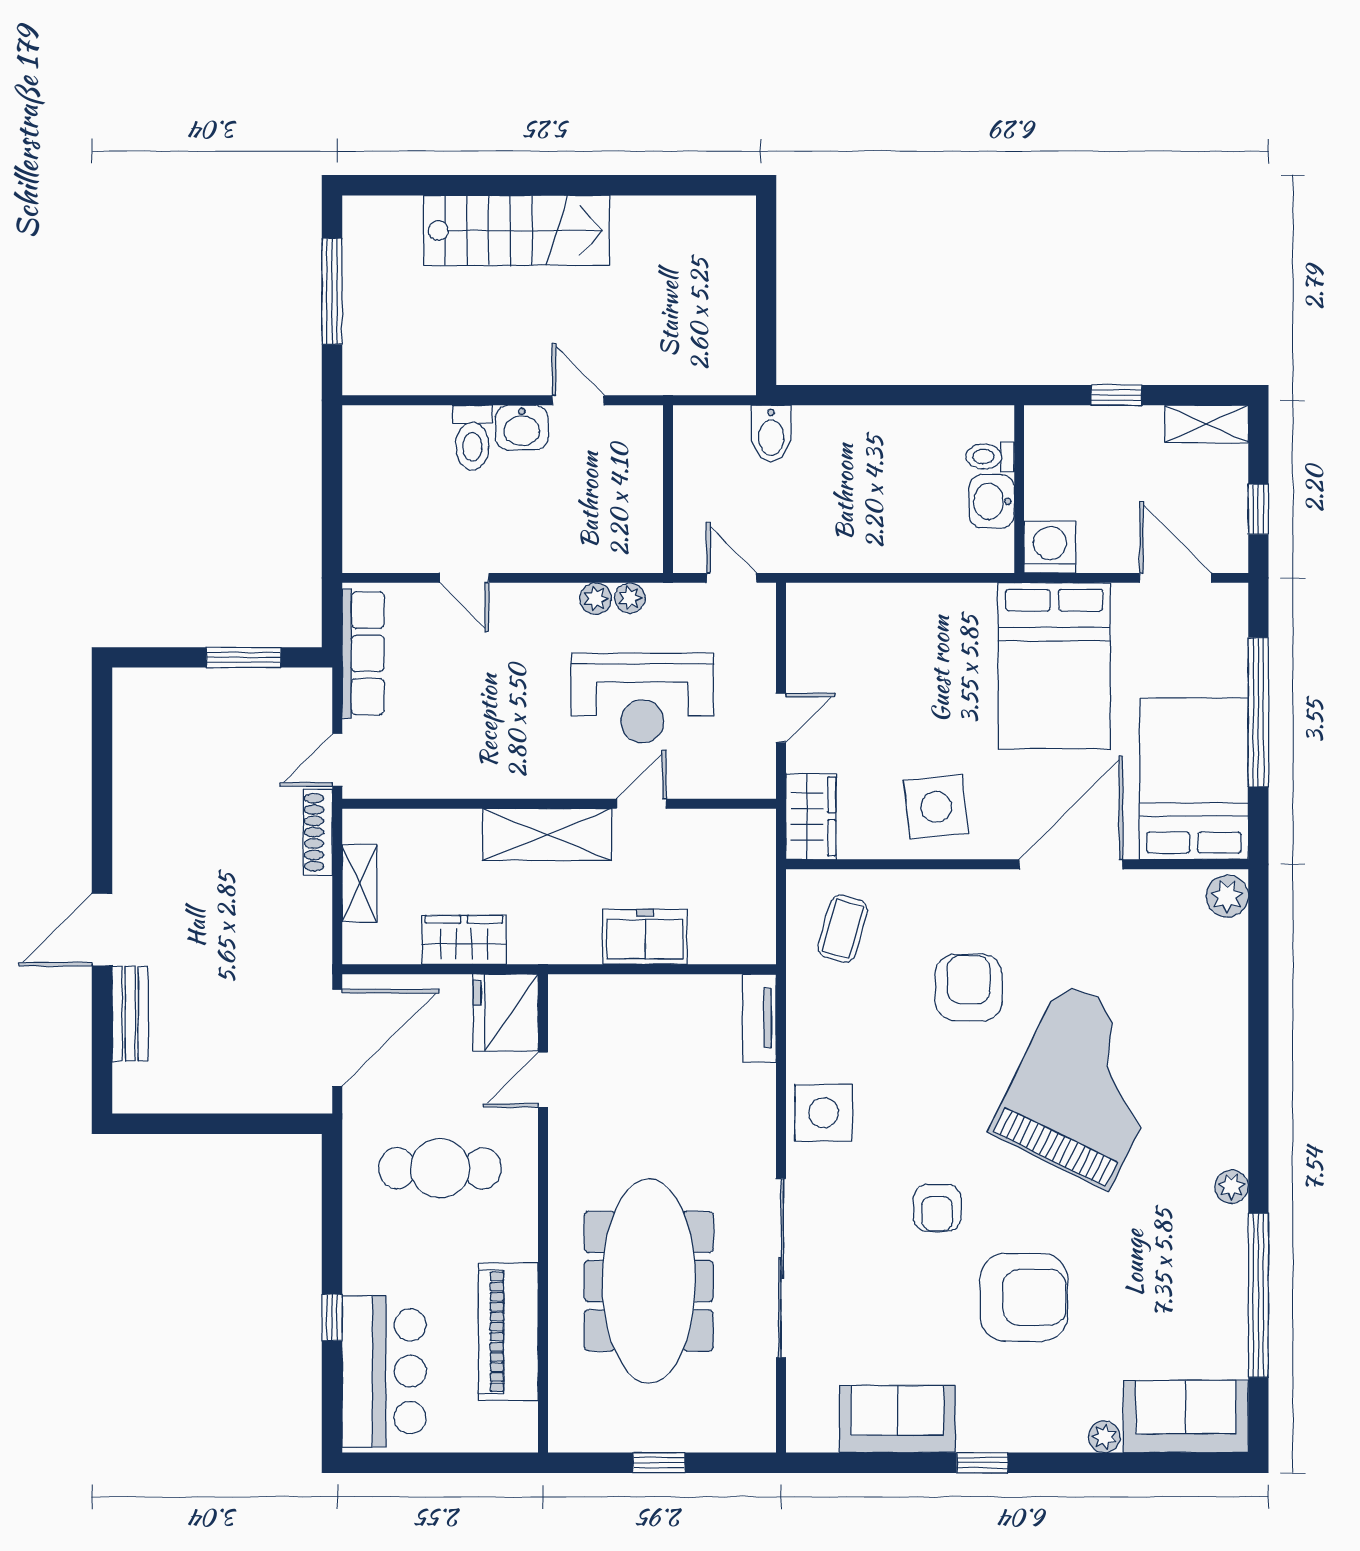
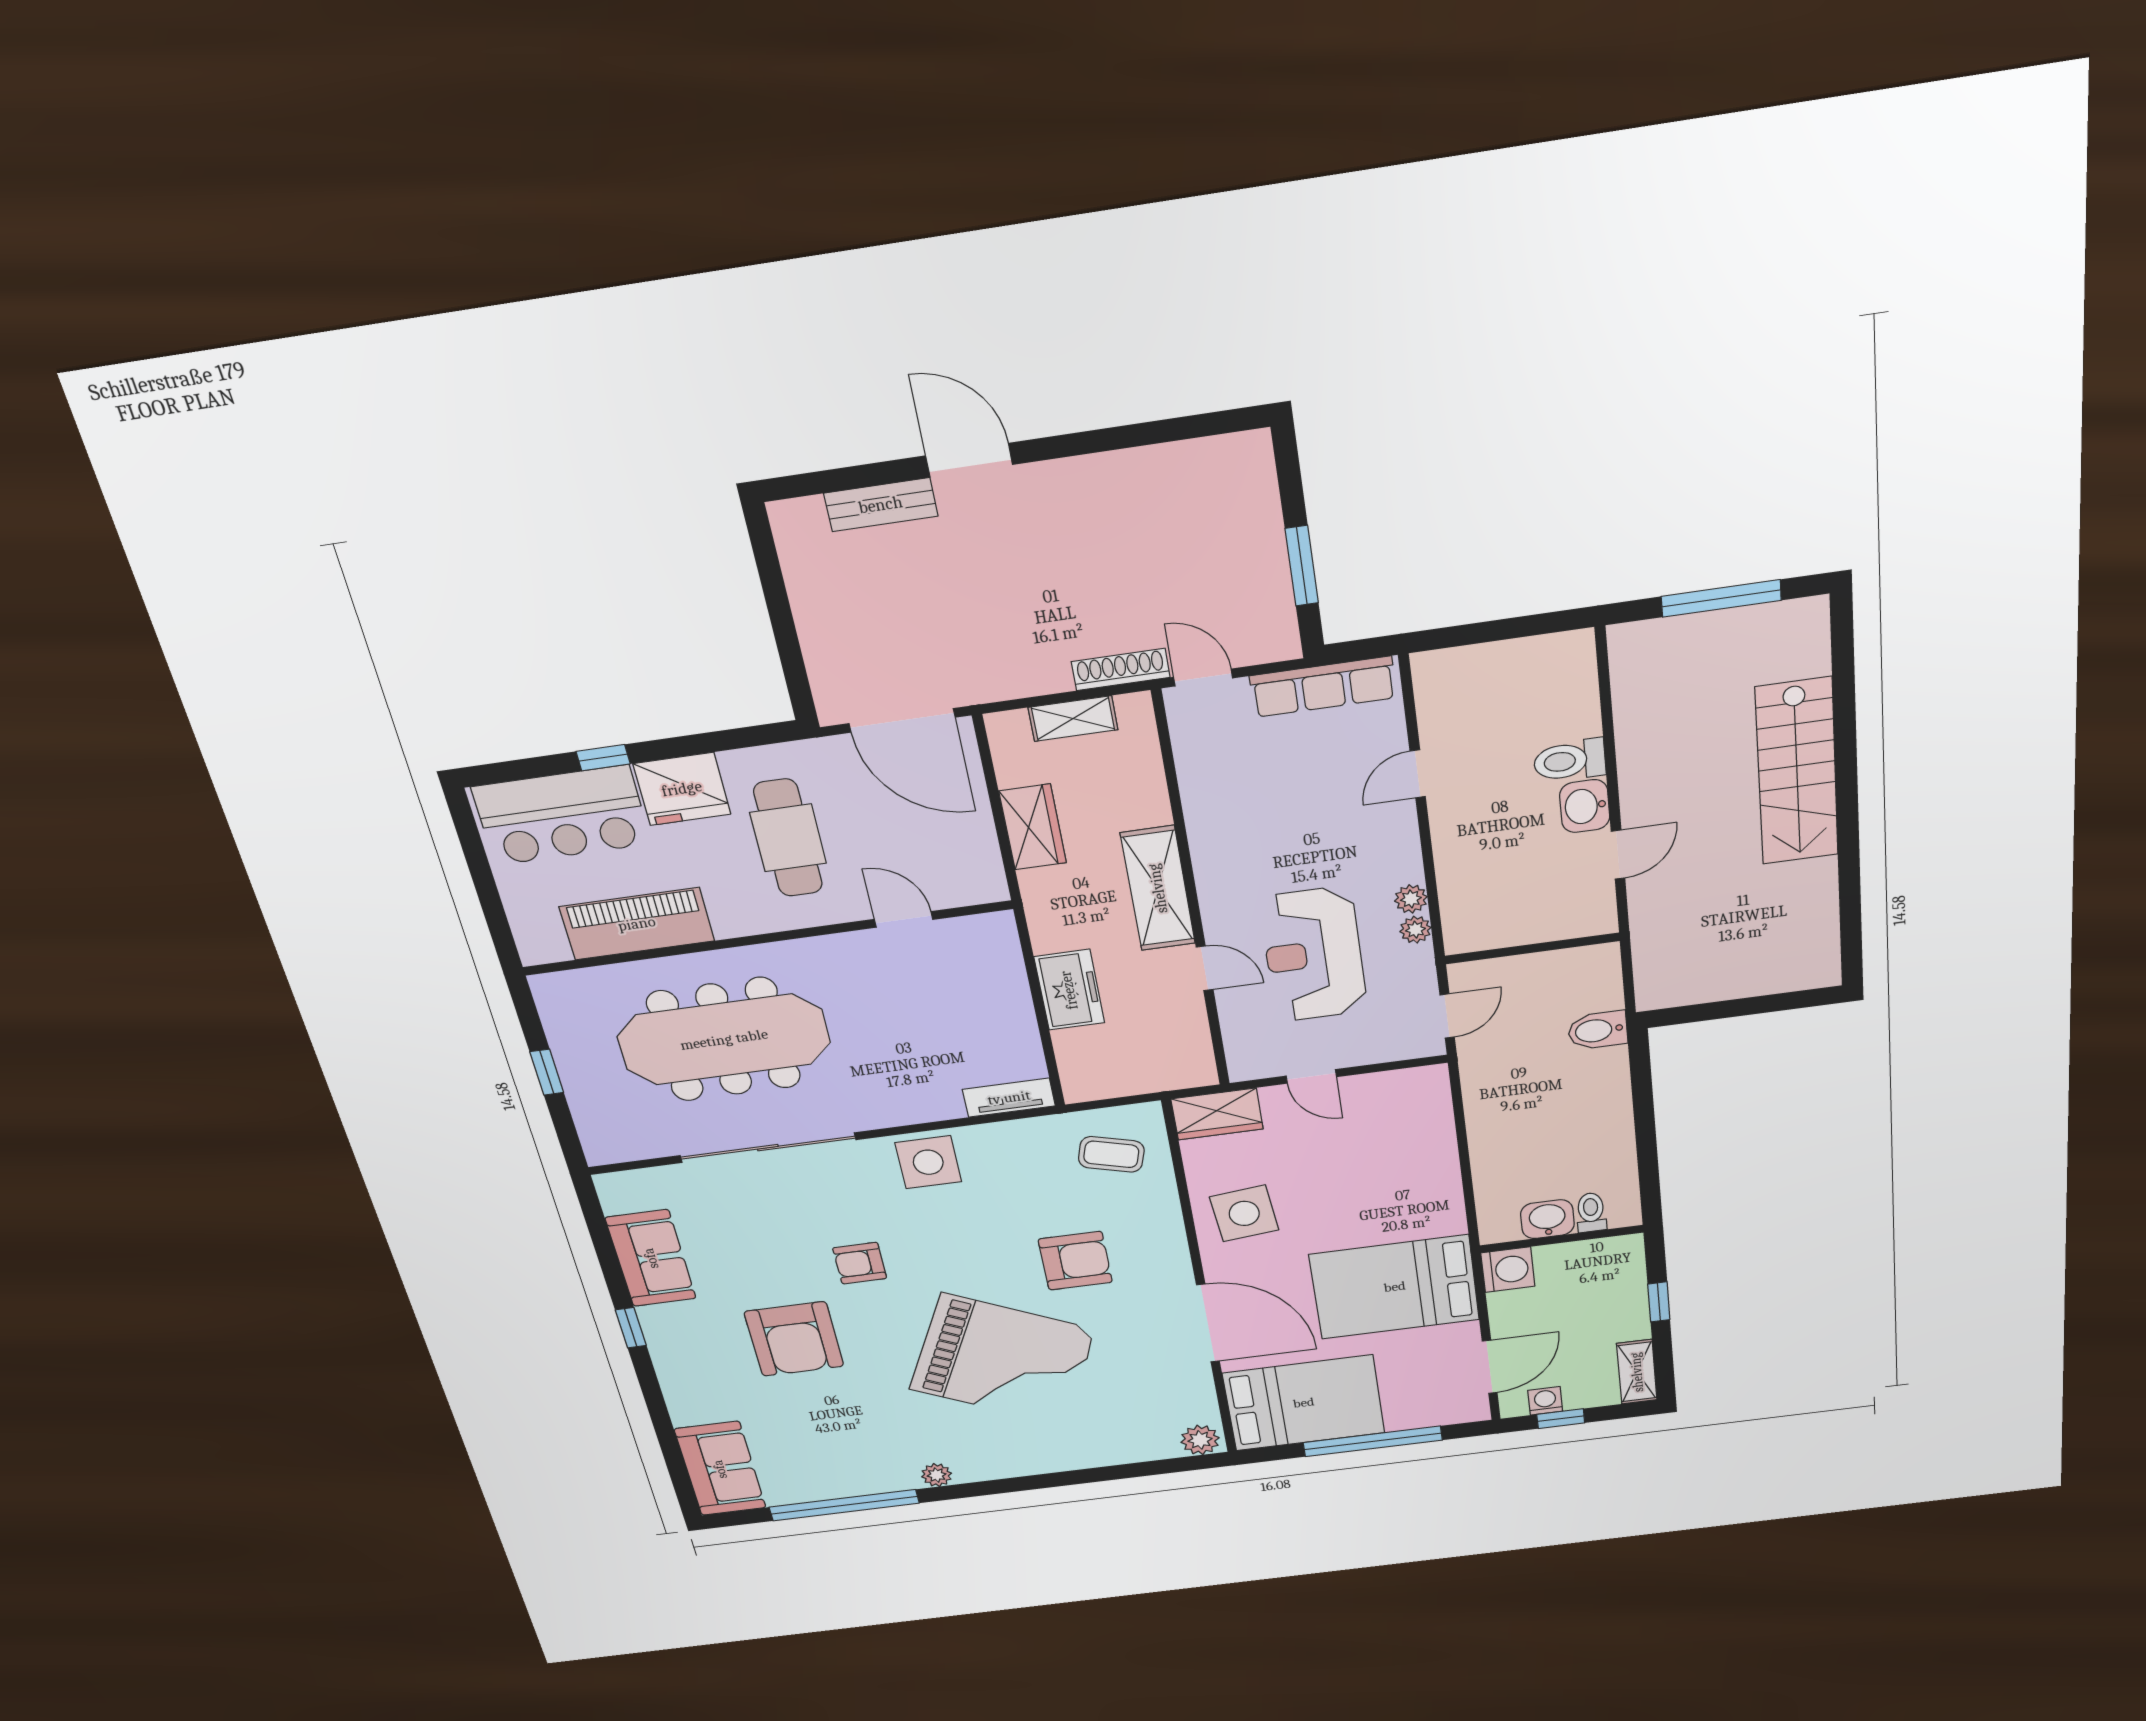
washing machine: (1231, 523) -> (1545, 1401), added
fridge: (506, 1013) -> (682, 789), moved, turned 180
plant: (1104, 1437) -> (684, 1413), removed

